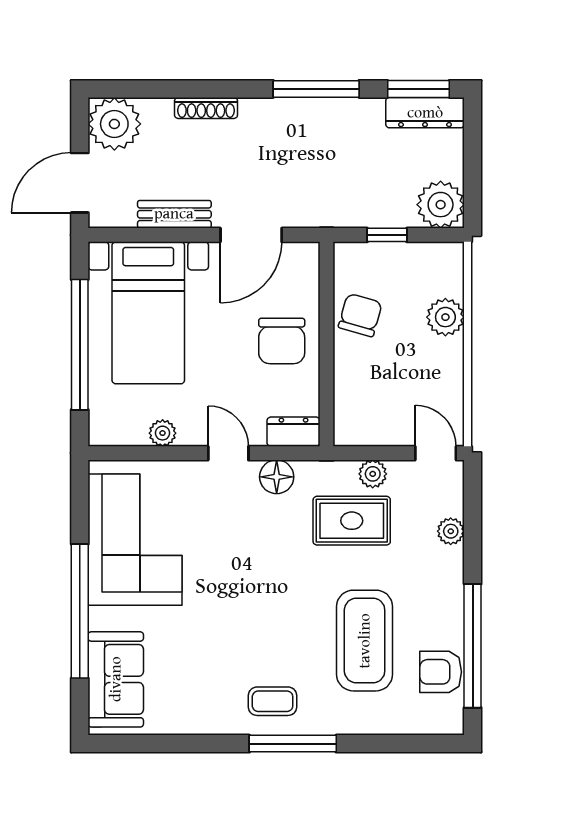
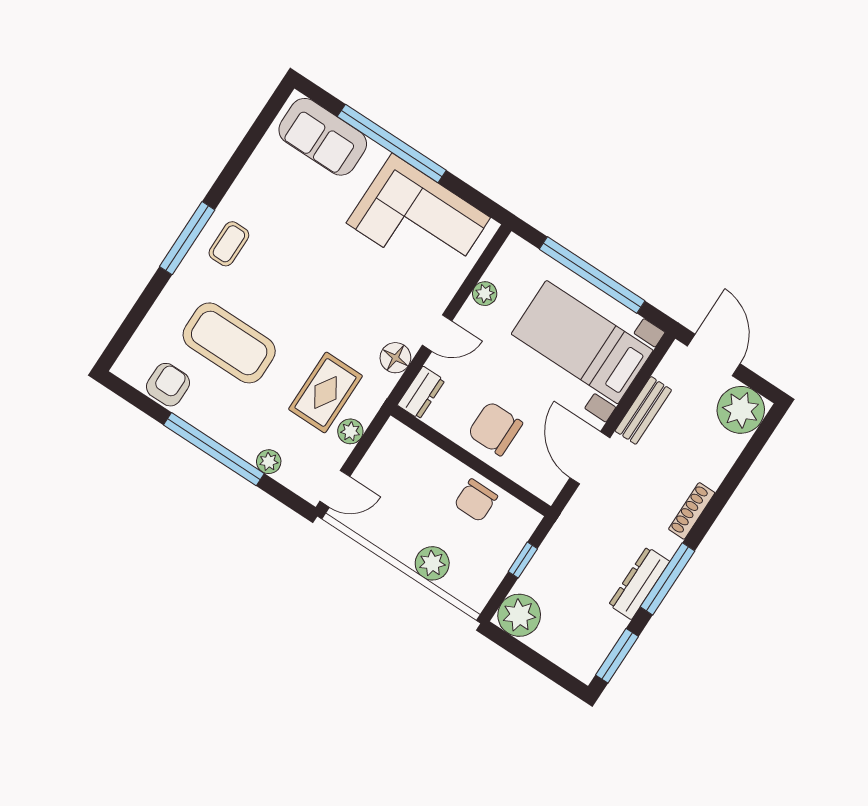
shoe rack: (206, 108) -> (692, 511), moved
dresser: (425, 113) -> (639, 583), moved
chair: (360, 315) -> (476, 500), turned 74
window: (473, 646) -> (214, 449), moved

